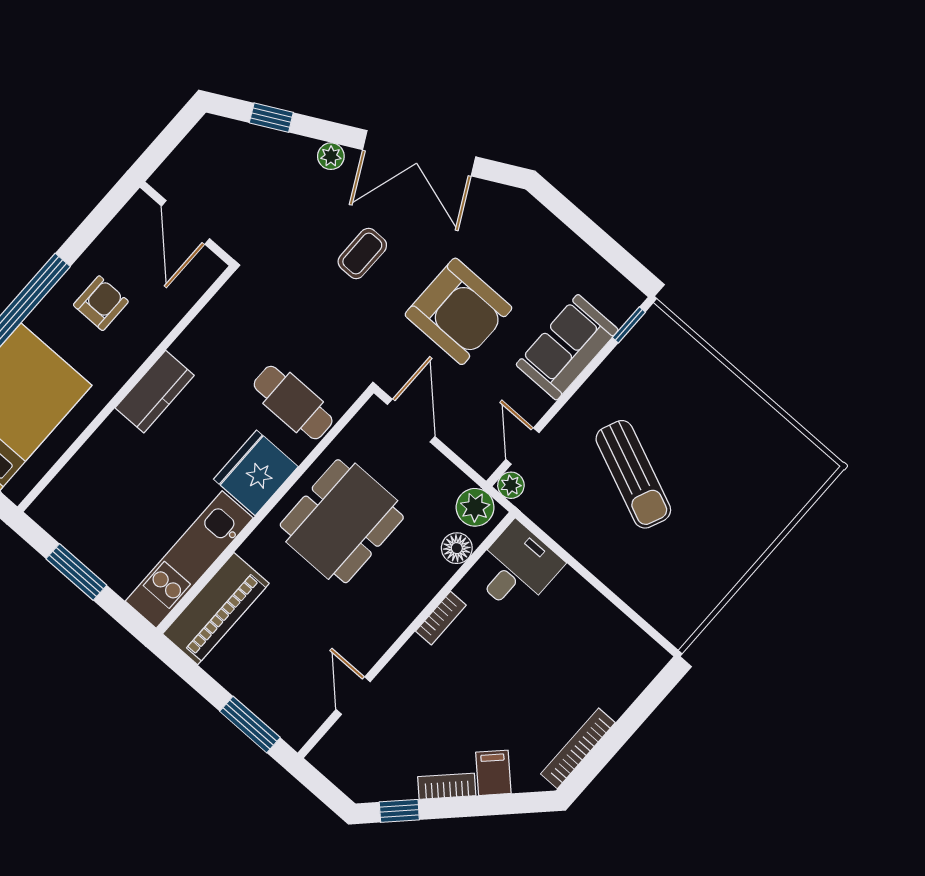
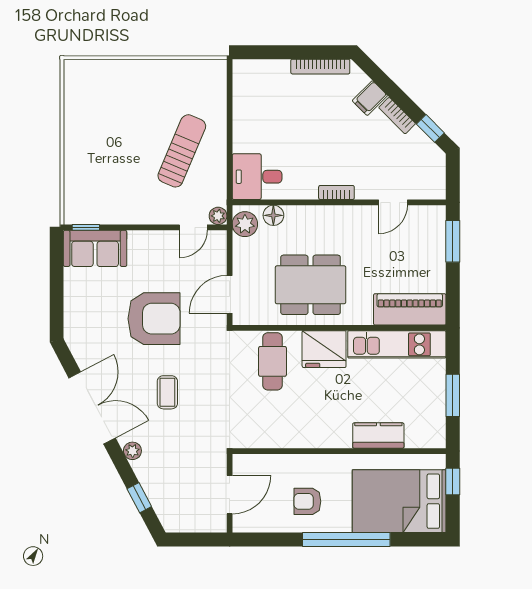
coffee table: (362, 253) -> (167, 392), turned 90
armchair: (458, 311) -> (154, 319), turned 90
sofa: (567, 347) -> (95, 248), moved
kitchen counter: (155, 392) -> (378, 436), moved
sun lounger: (633, 474) -> (182, 151), moved
bookcase: (441, 618) -> (336, 192), moved

